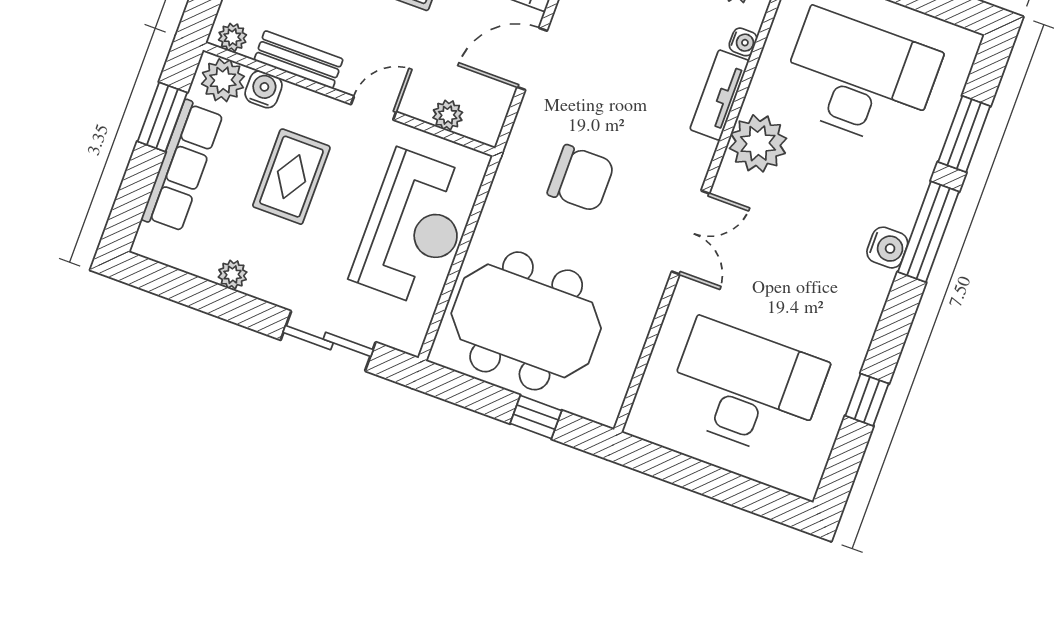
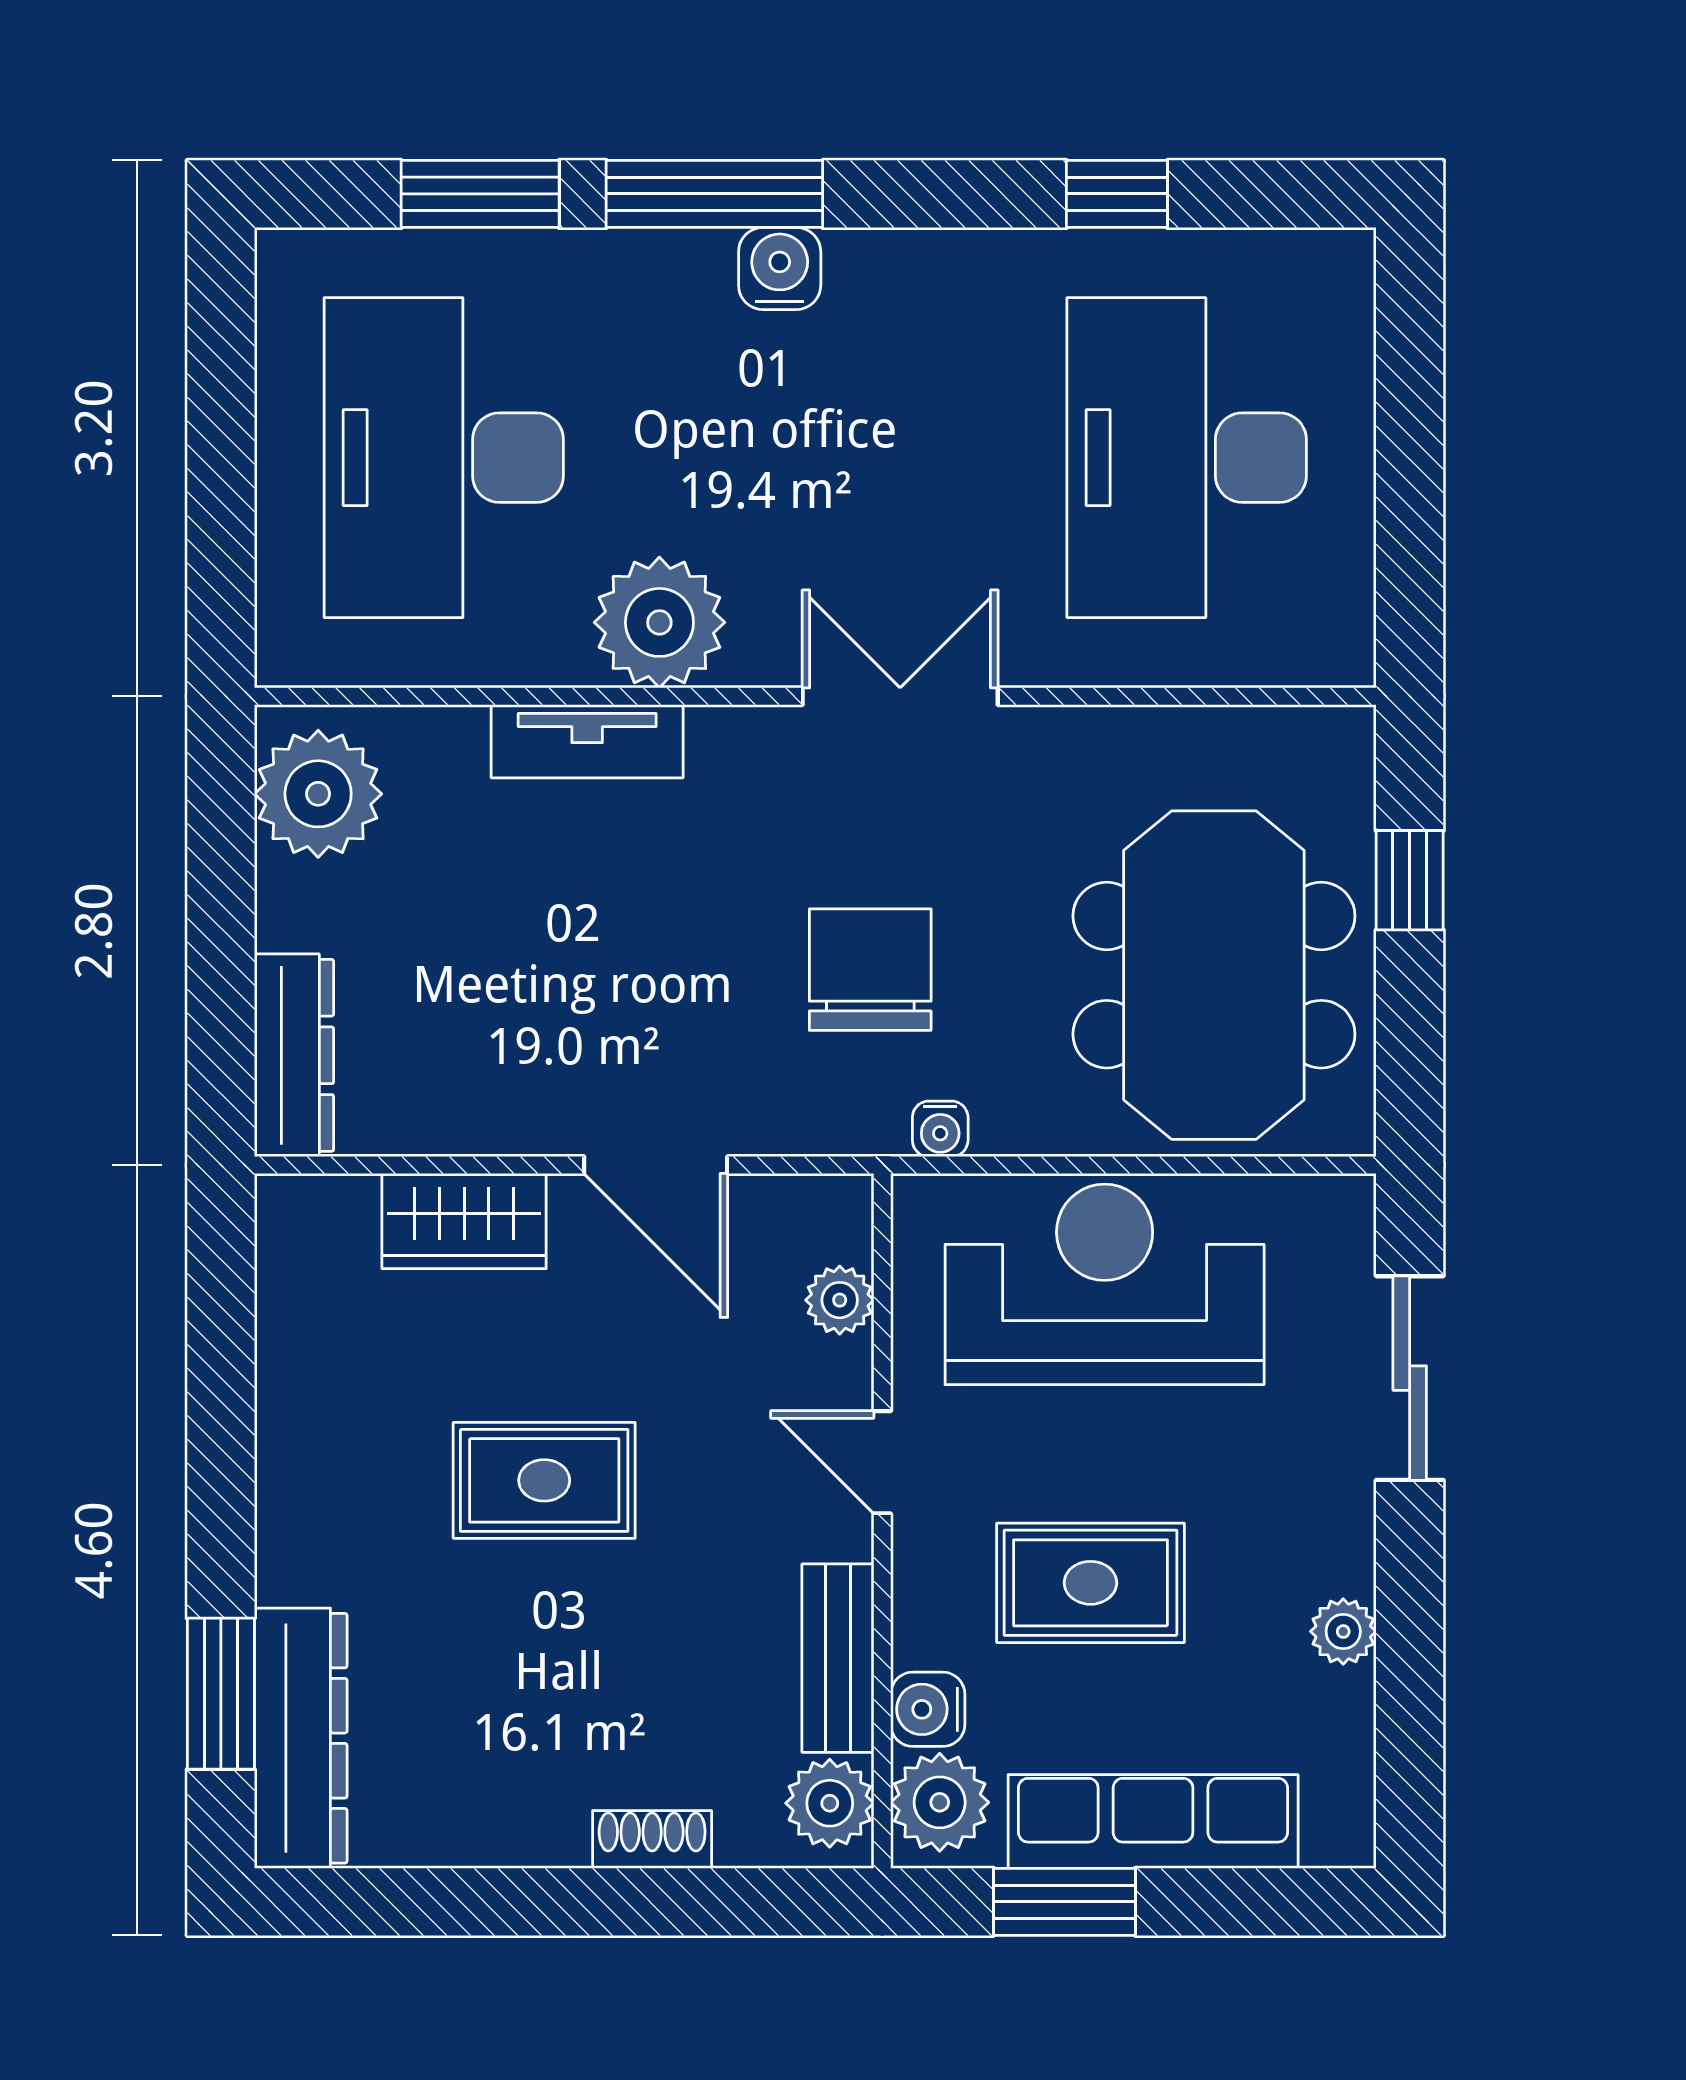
plant: (232, 37) -> (830, 1803), width x1.38, depth x1.38
water cooler: (743, 42) -> (940, 1129), moved, turned 180

